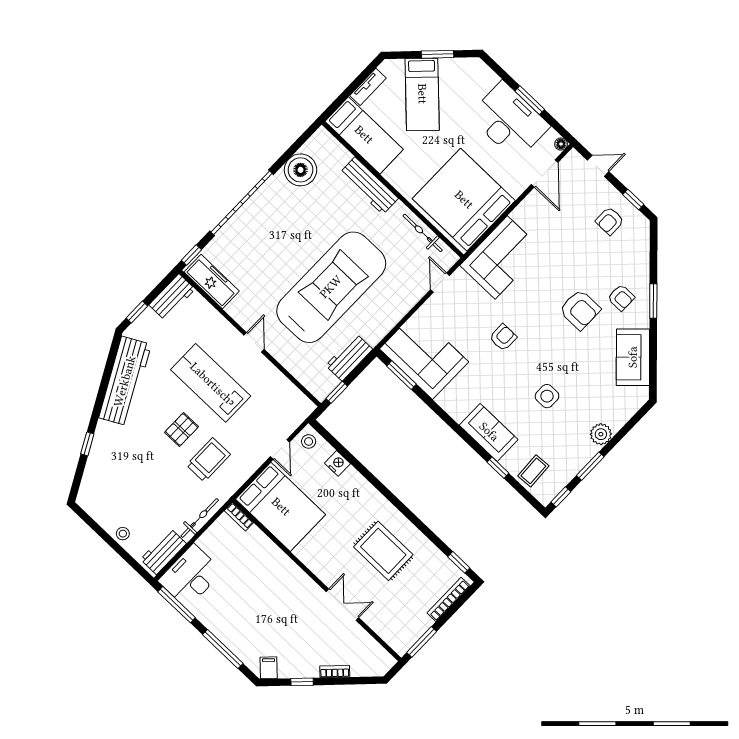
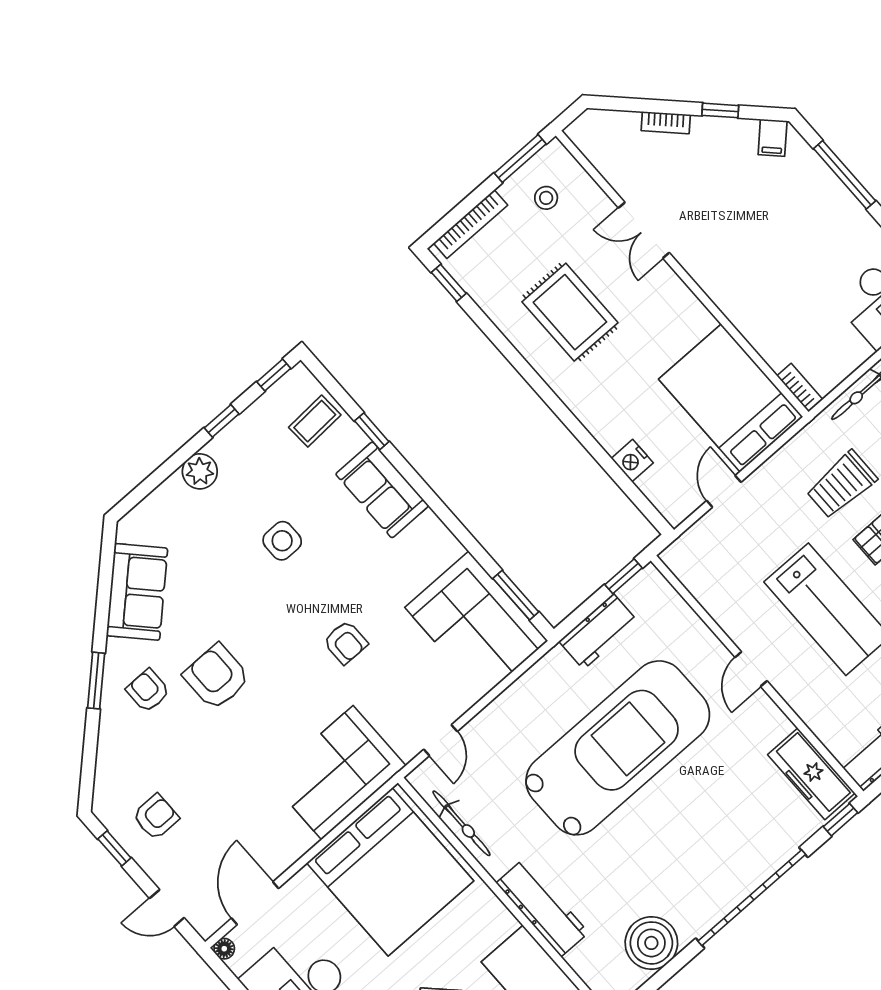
car: (331, 287) -> (618, 748), turned 180
armchair: (503, 337) -> (345, 642), turned -90
stool: (309, 441) -> (546, 198), moved
window: (590, 466) -> (222, 421), width x0.67

